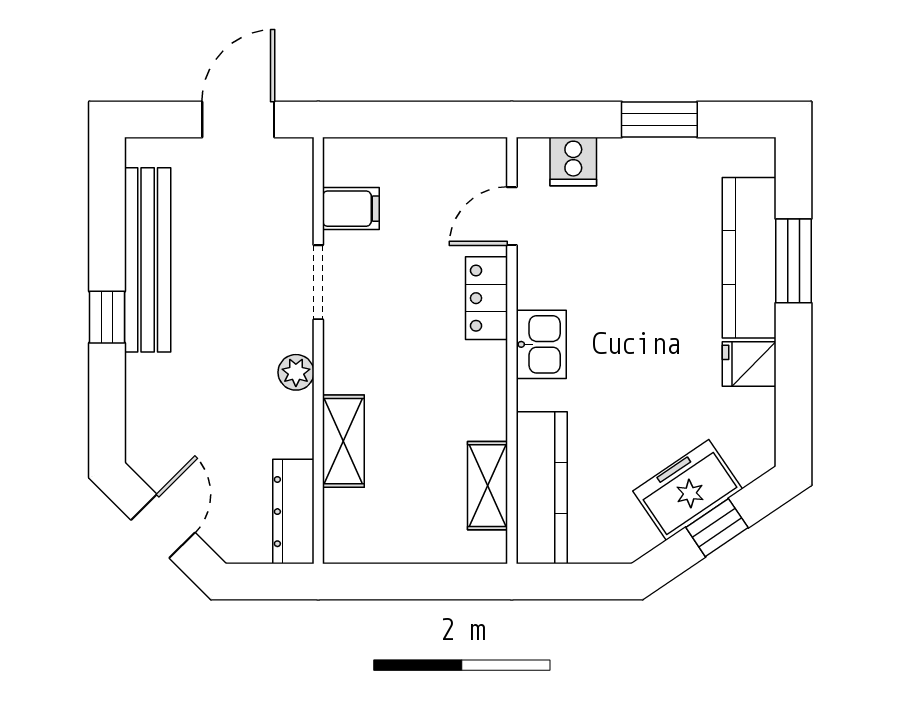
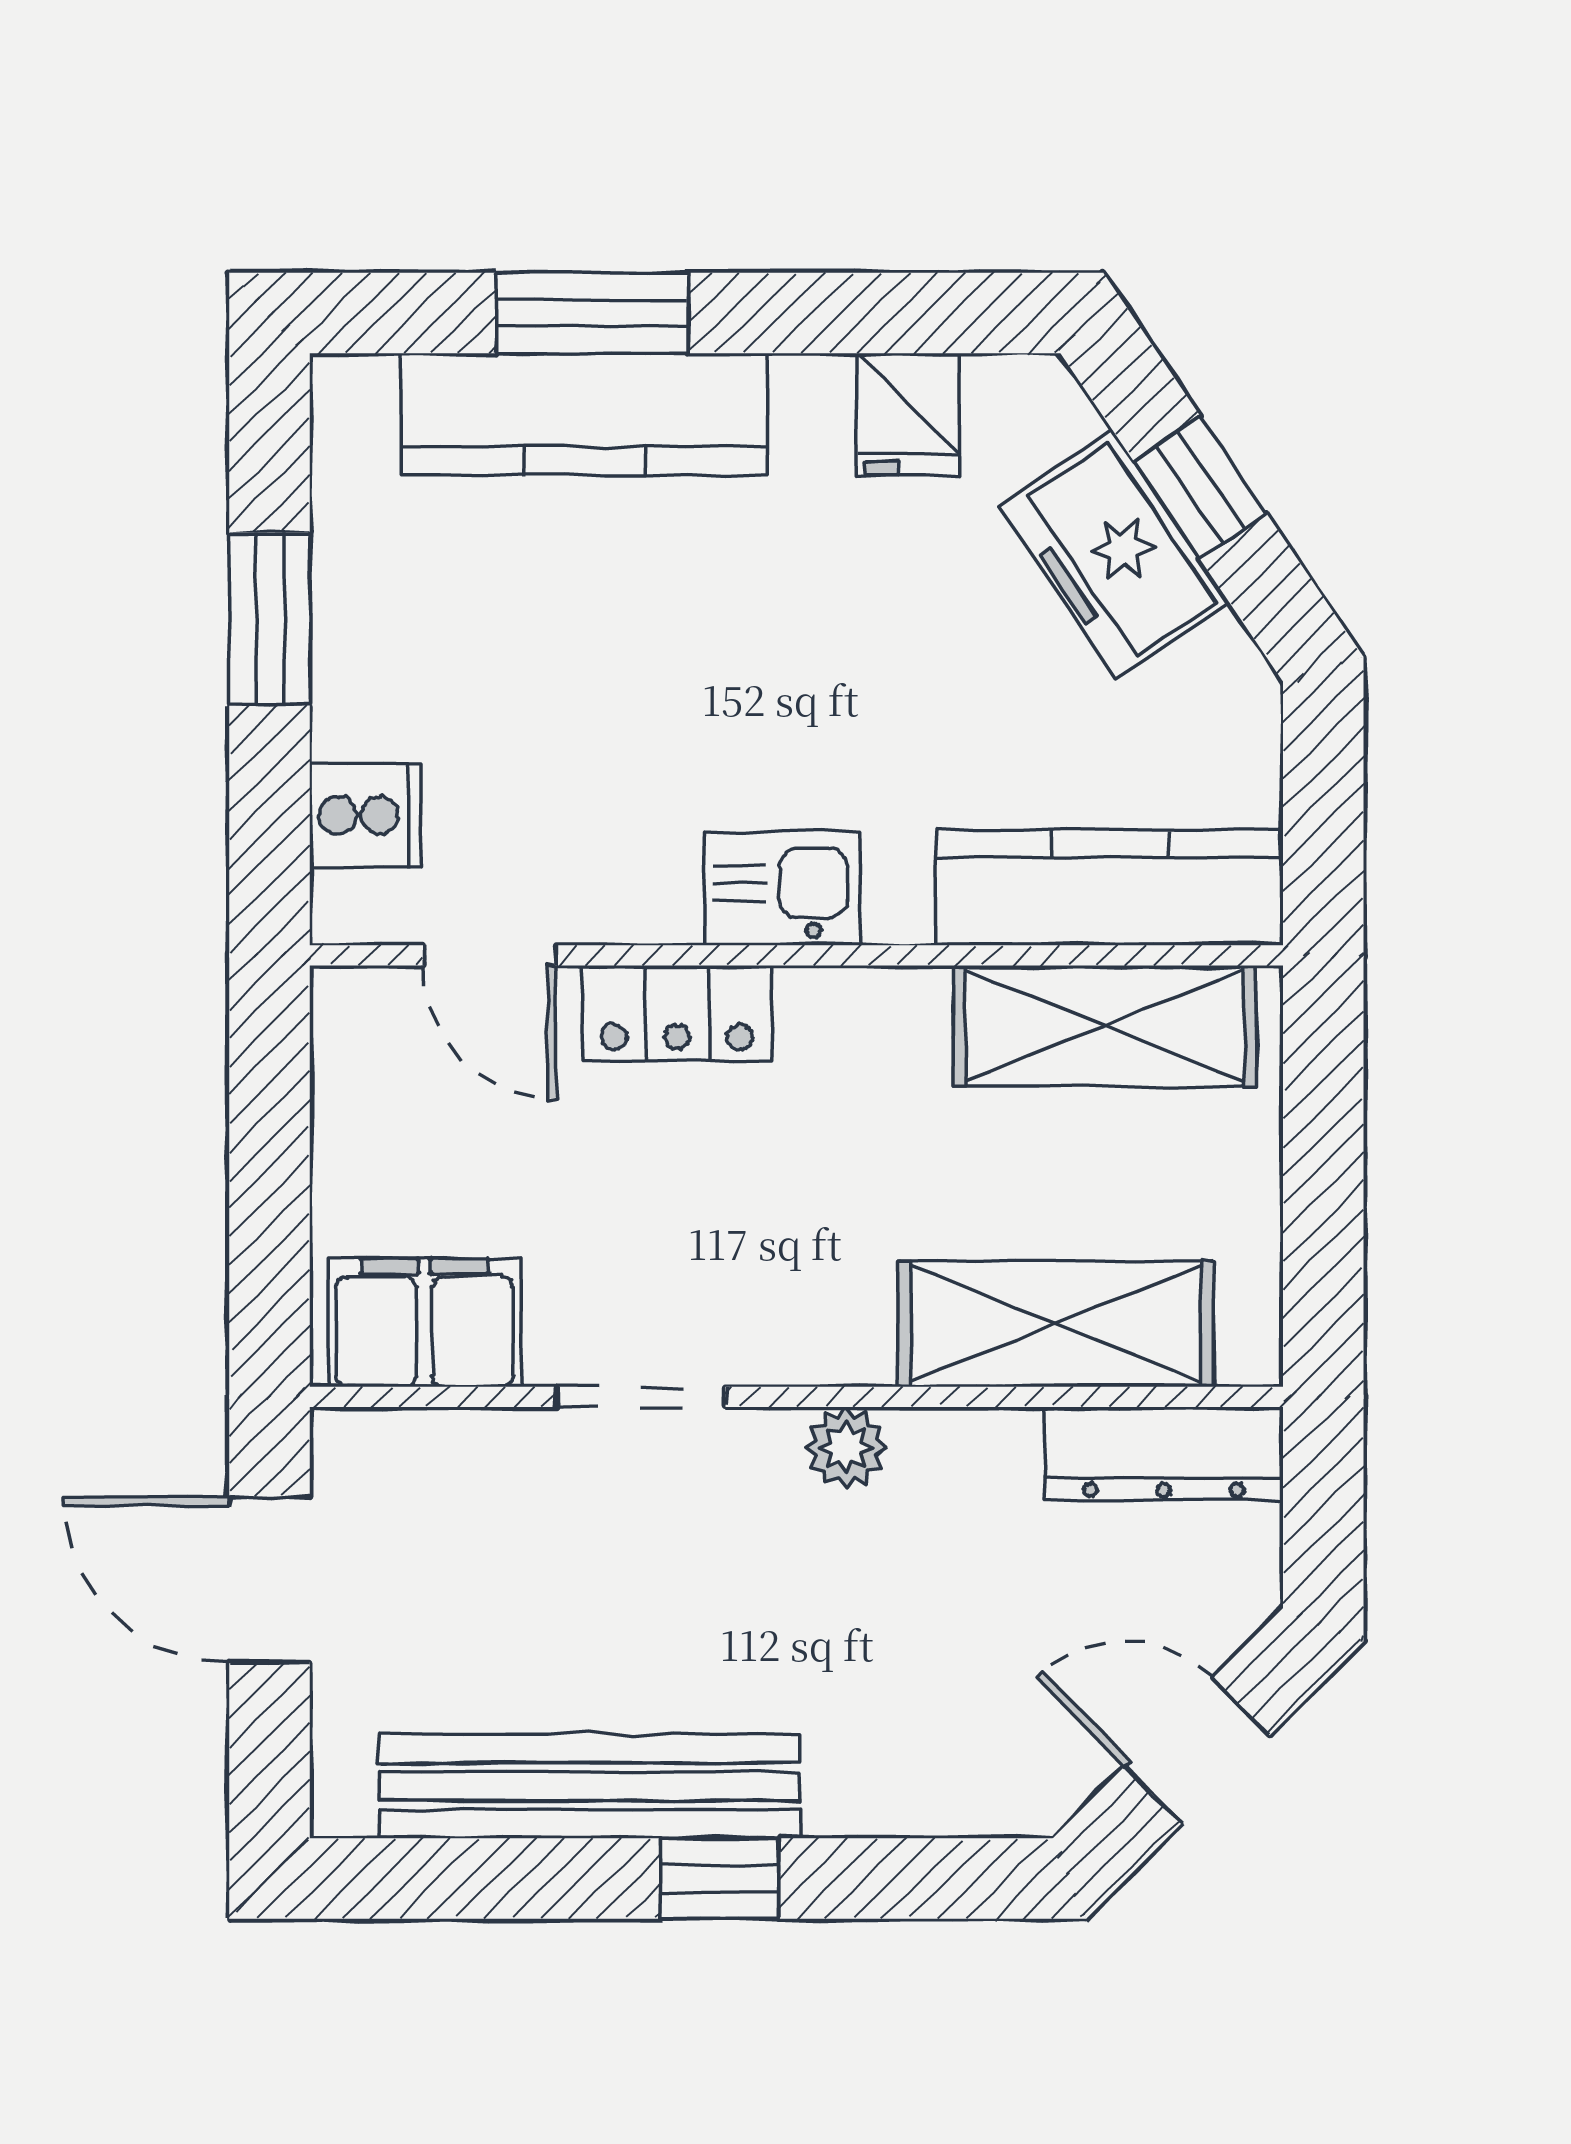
filing cabinet: (351, 209) -> (424, 1323), width x2.00
fridge: (749, 364) -> (908, 414), moved
shelving: (343, 441) -> (1056, 1324), width x1.50, depth x1.33
shelving: (488, 486) -> (1105, 1026), width x1.50, depth x1.33

